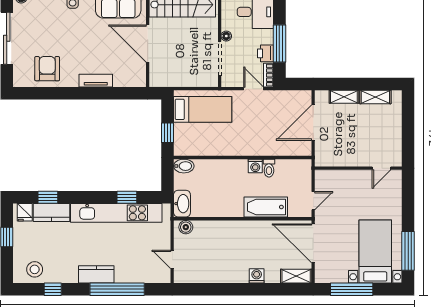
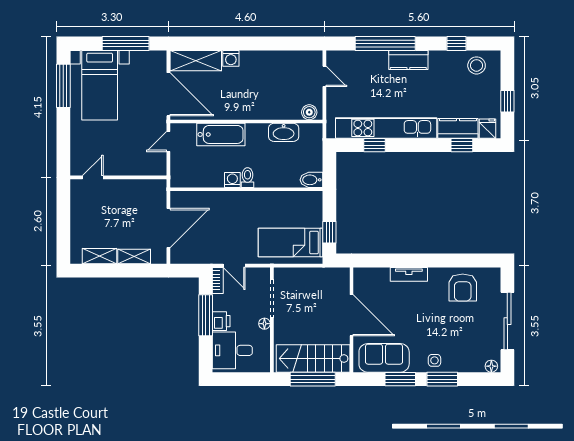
printer: (265, 53) -> (221, 321), moved
window: (168, 133) -> (329, 232), moved
toilet: (269, 168) -> (248, 178), moved
washbasin: (182, 204) -> (284, 132), moved, turned -90
shelving: (296, 276) -> (196, 61), width x1.50, depth x1.33

